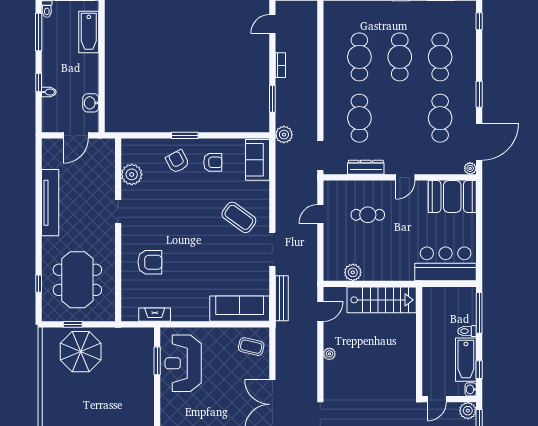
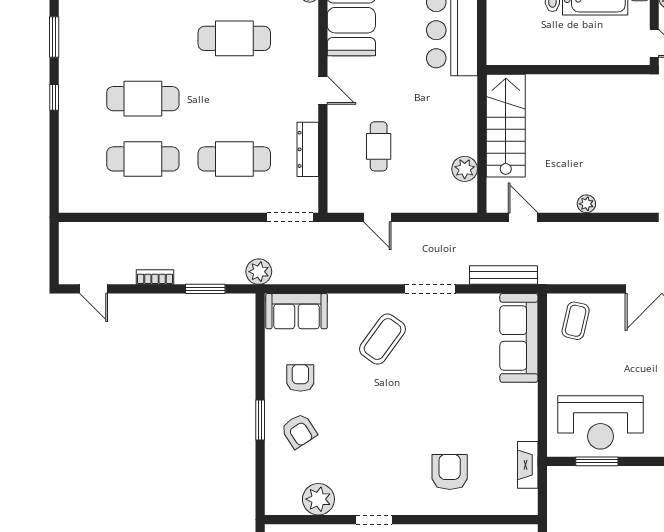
cafe table: (440, 57) -> (143, 38), removed
armchair: (177, 161) -> (299, 431), turned -95

